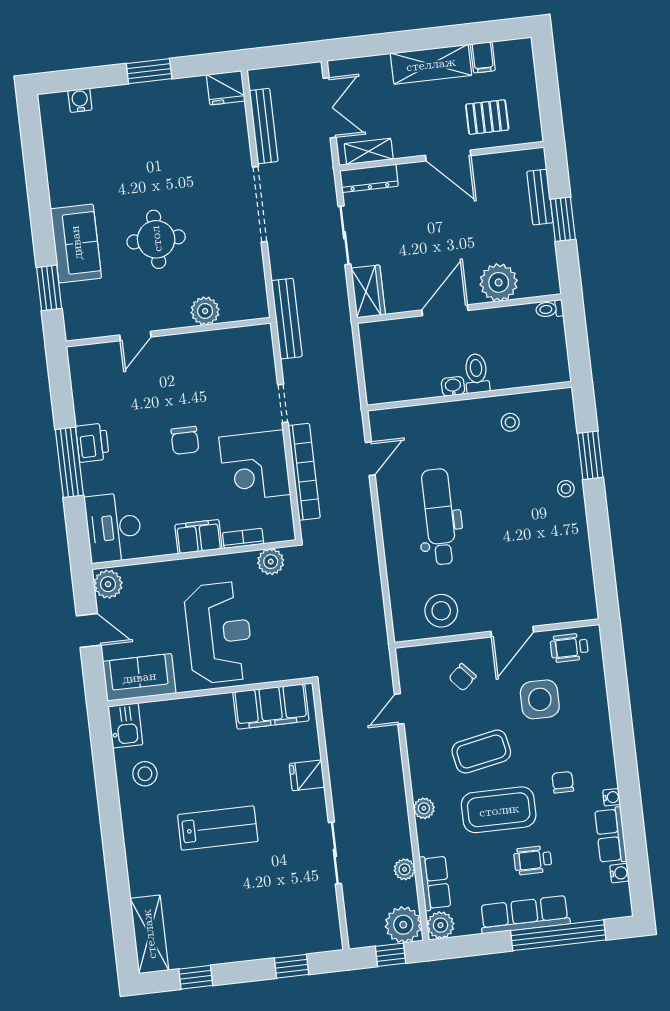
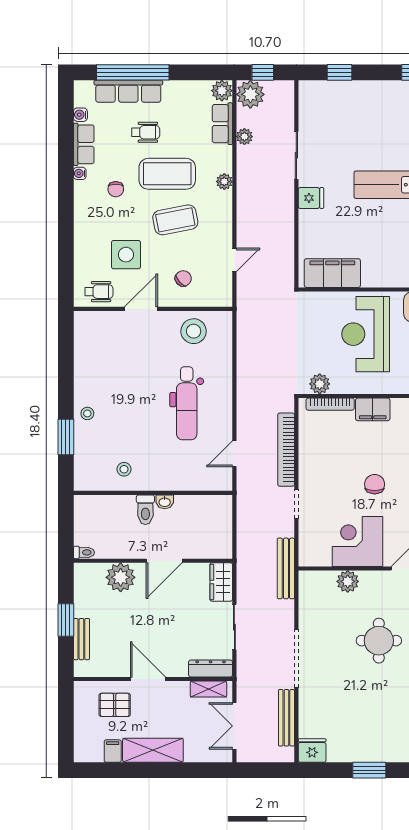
corner desk: (255, 466) -> (357, 541), moved, turned -90
bookcase: (243, 538) -> (330, 404), width x1.56
fridge: (307, 775) -> (311, 198), moved
row of seats: (525, 915) -> (128, 91), moved

